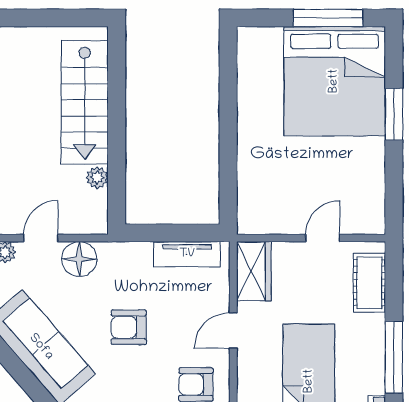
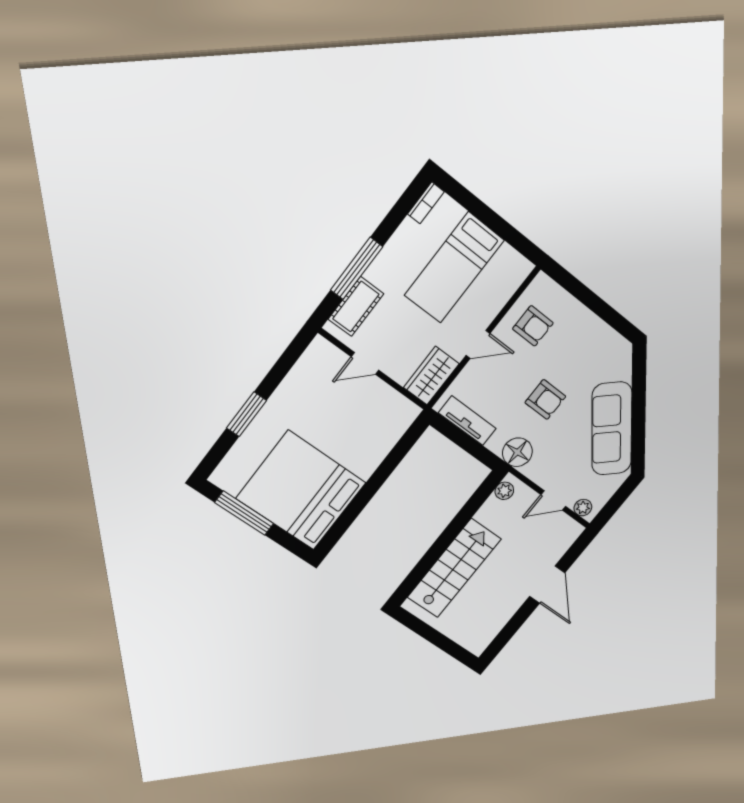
bed: (334, 81) -> (301, 491), moved, turned -90
plant: (97, 178) -> (504, 491), moved
floor lamp: (79, 259) -> (517, 452), moved
window: (394, 357) -> (357, 268), moved

